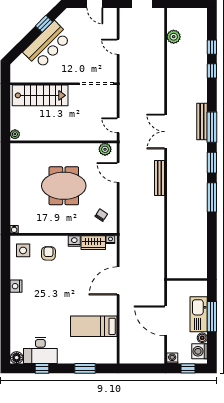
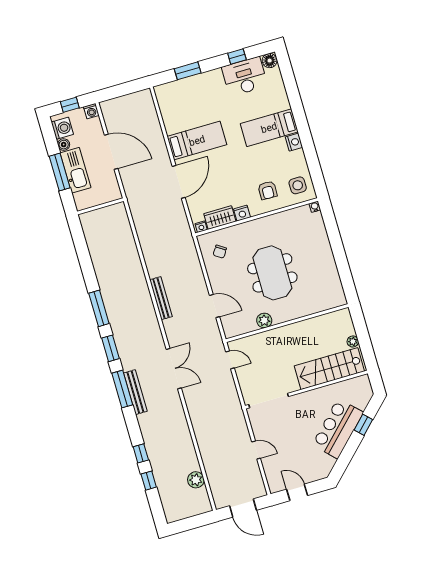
window: (44, 24) -> (363, 425), moved
plant: (15, 134) -> (353, 341), moved
plant: (105, 149) -> (264, 320), moved
bench: (159, 178) -> (161, 298), moved
meeting table: (64, 186) -> (272, 273), turned 90
bed: (33, 304) -> (269, 128), added
bed: (94, 326) -> (197, 141), moved

